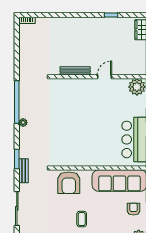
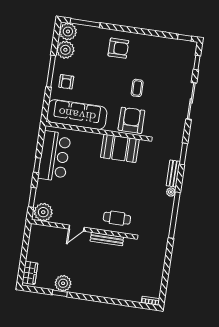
plant: (109, 25) -> (63, 283), added
cafe table: (69, 91) -> (117, 218), added
booth: (76, 155) -> (120, 148), added
bench: (24, 171) -> (173, 174), moved
coffee table: (82, 219) -> (137, 88), moved

